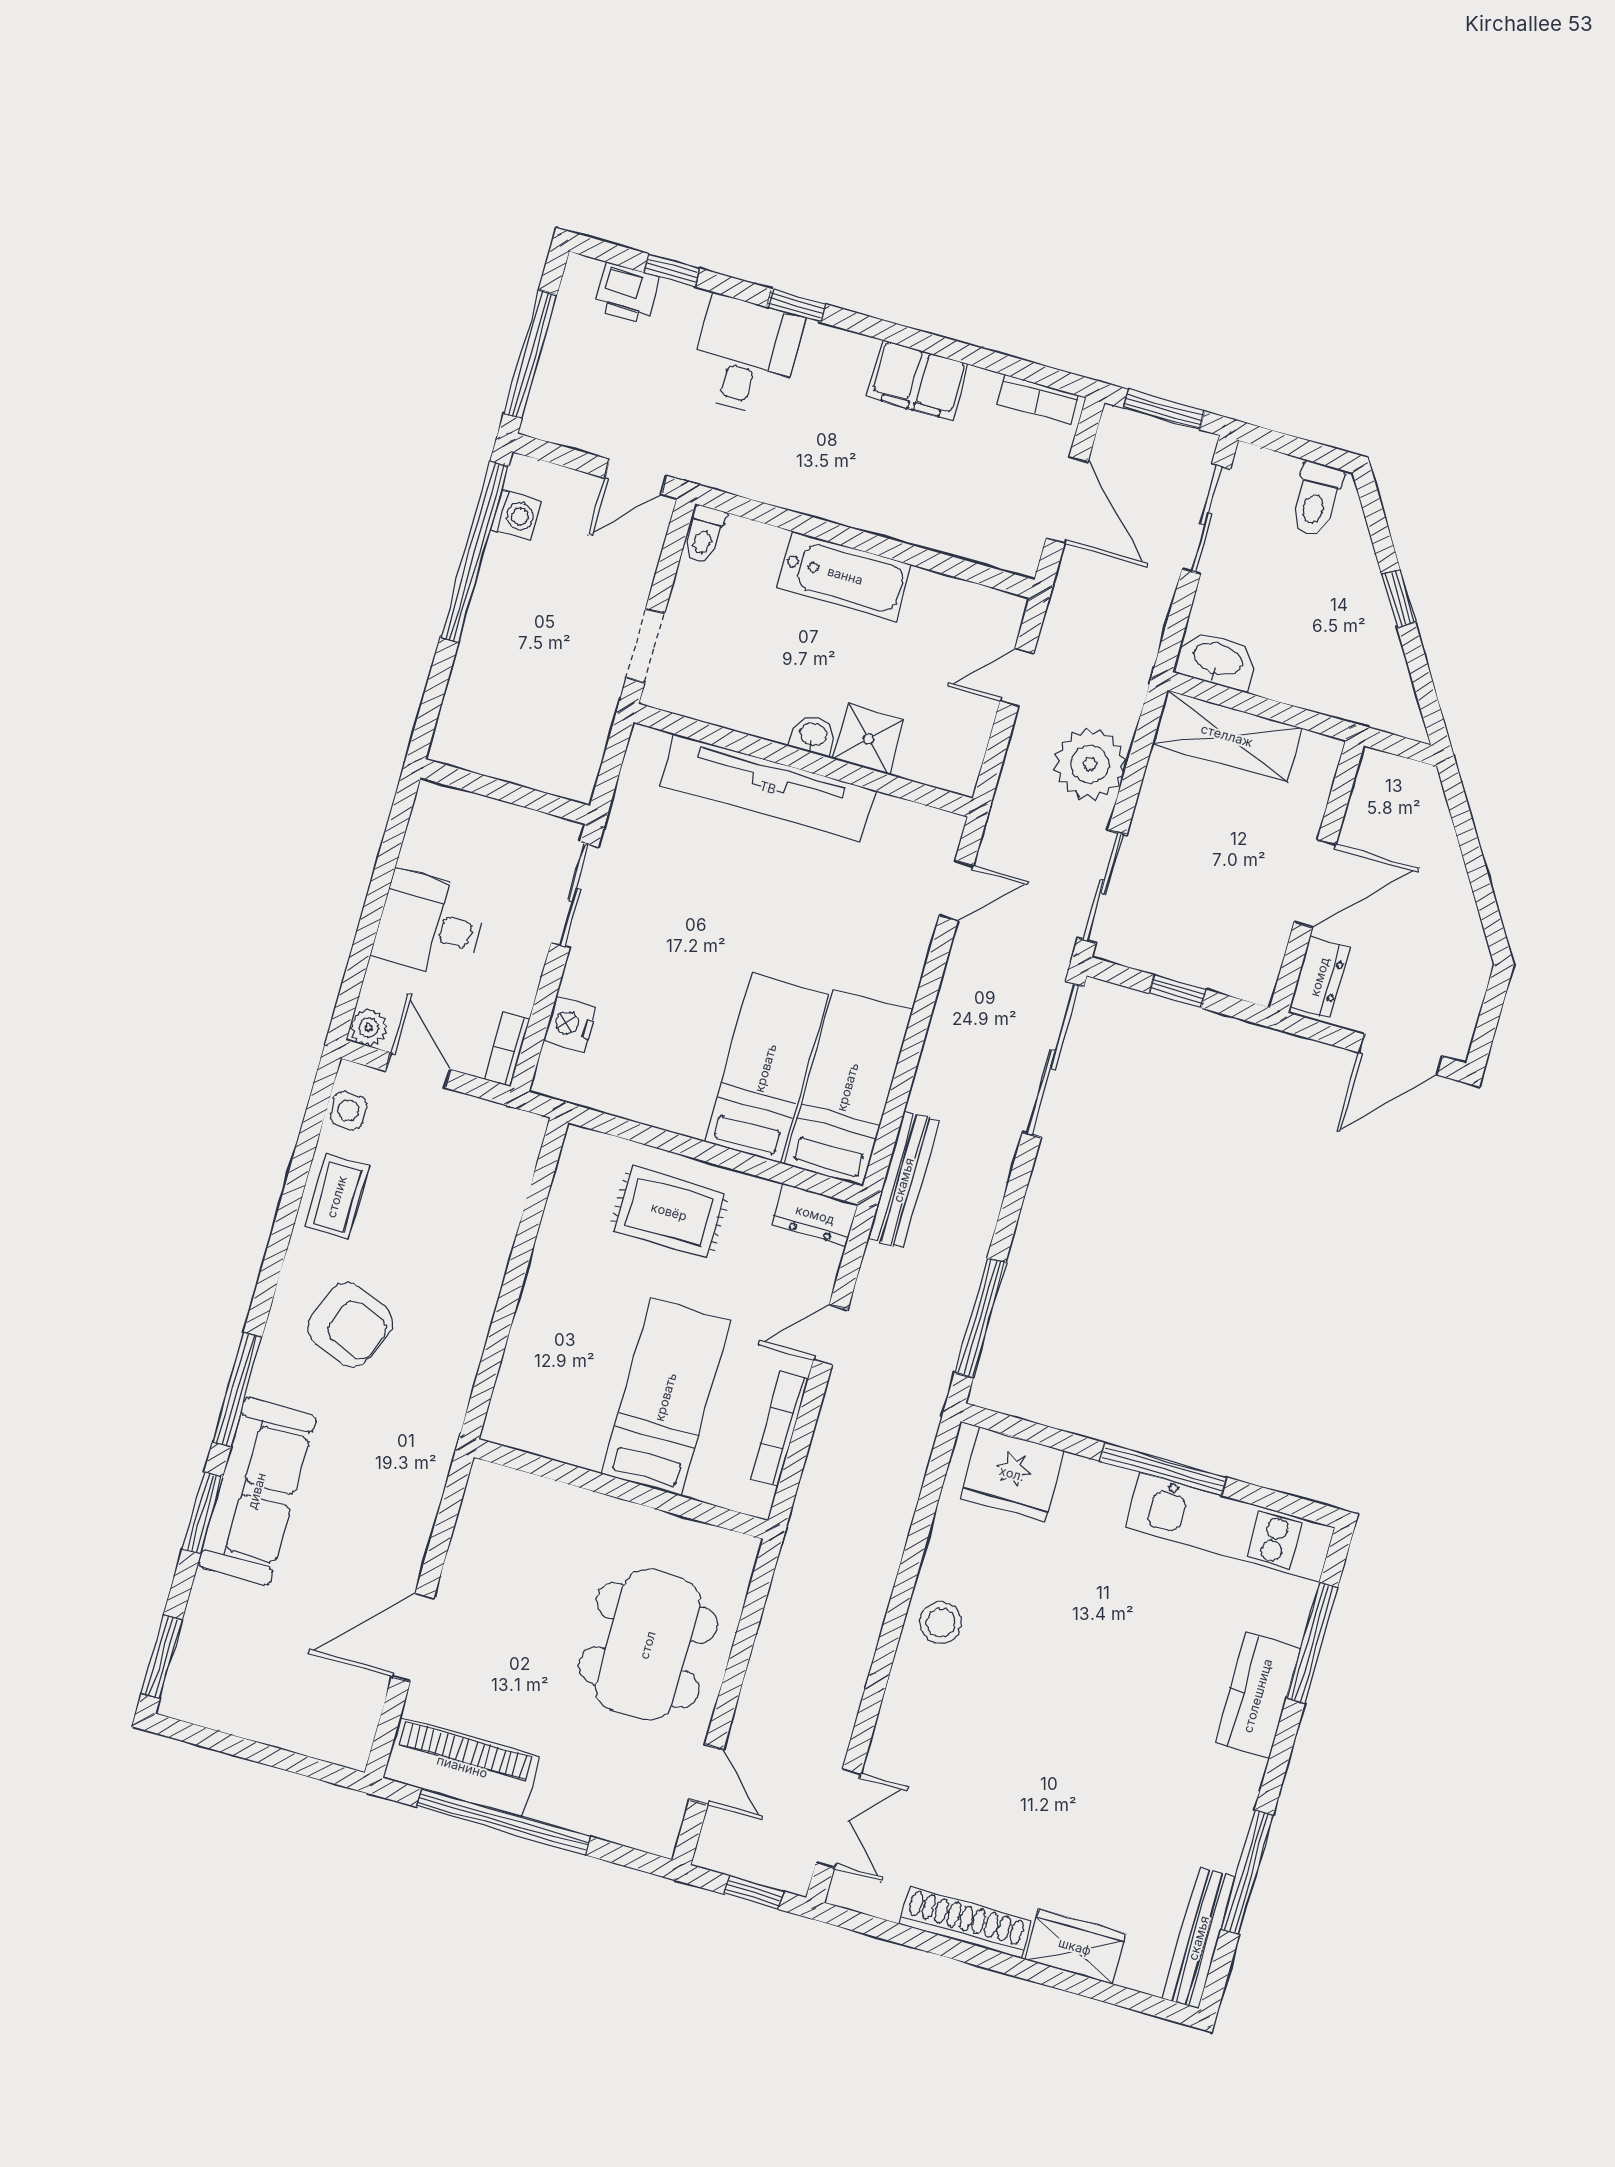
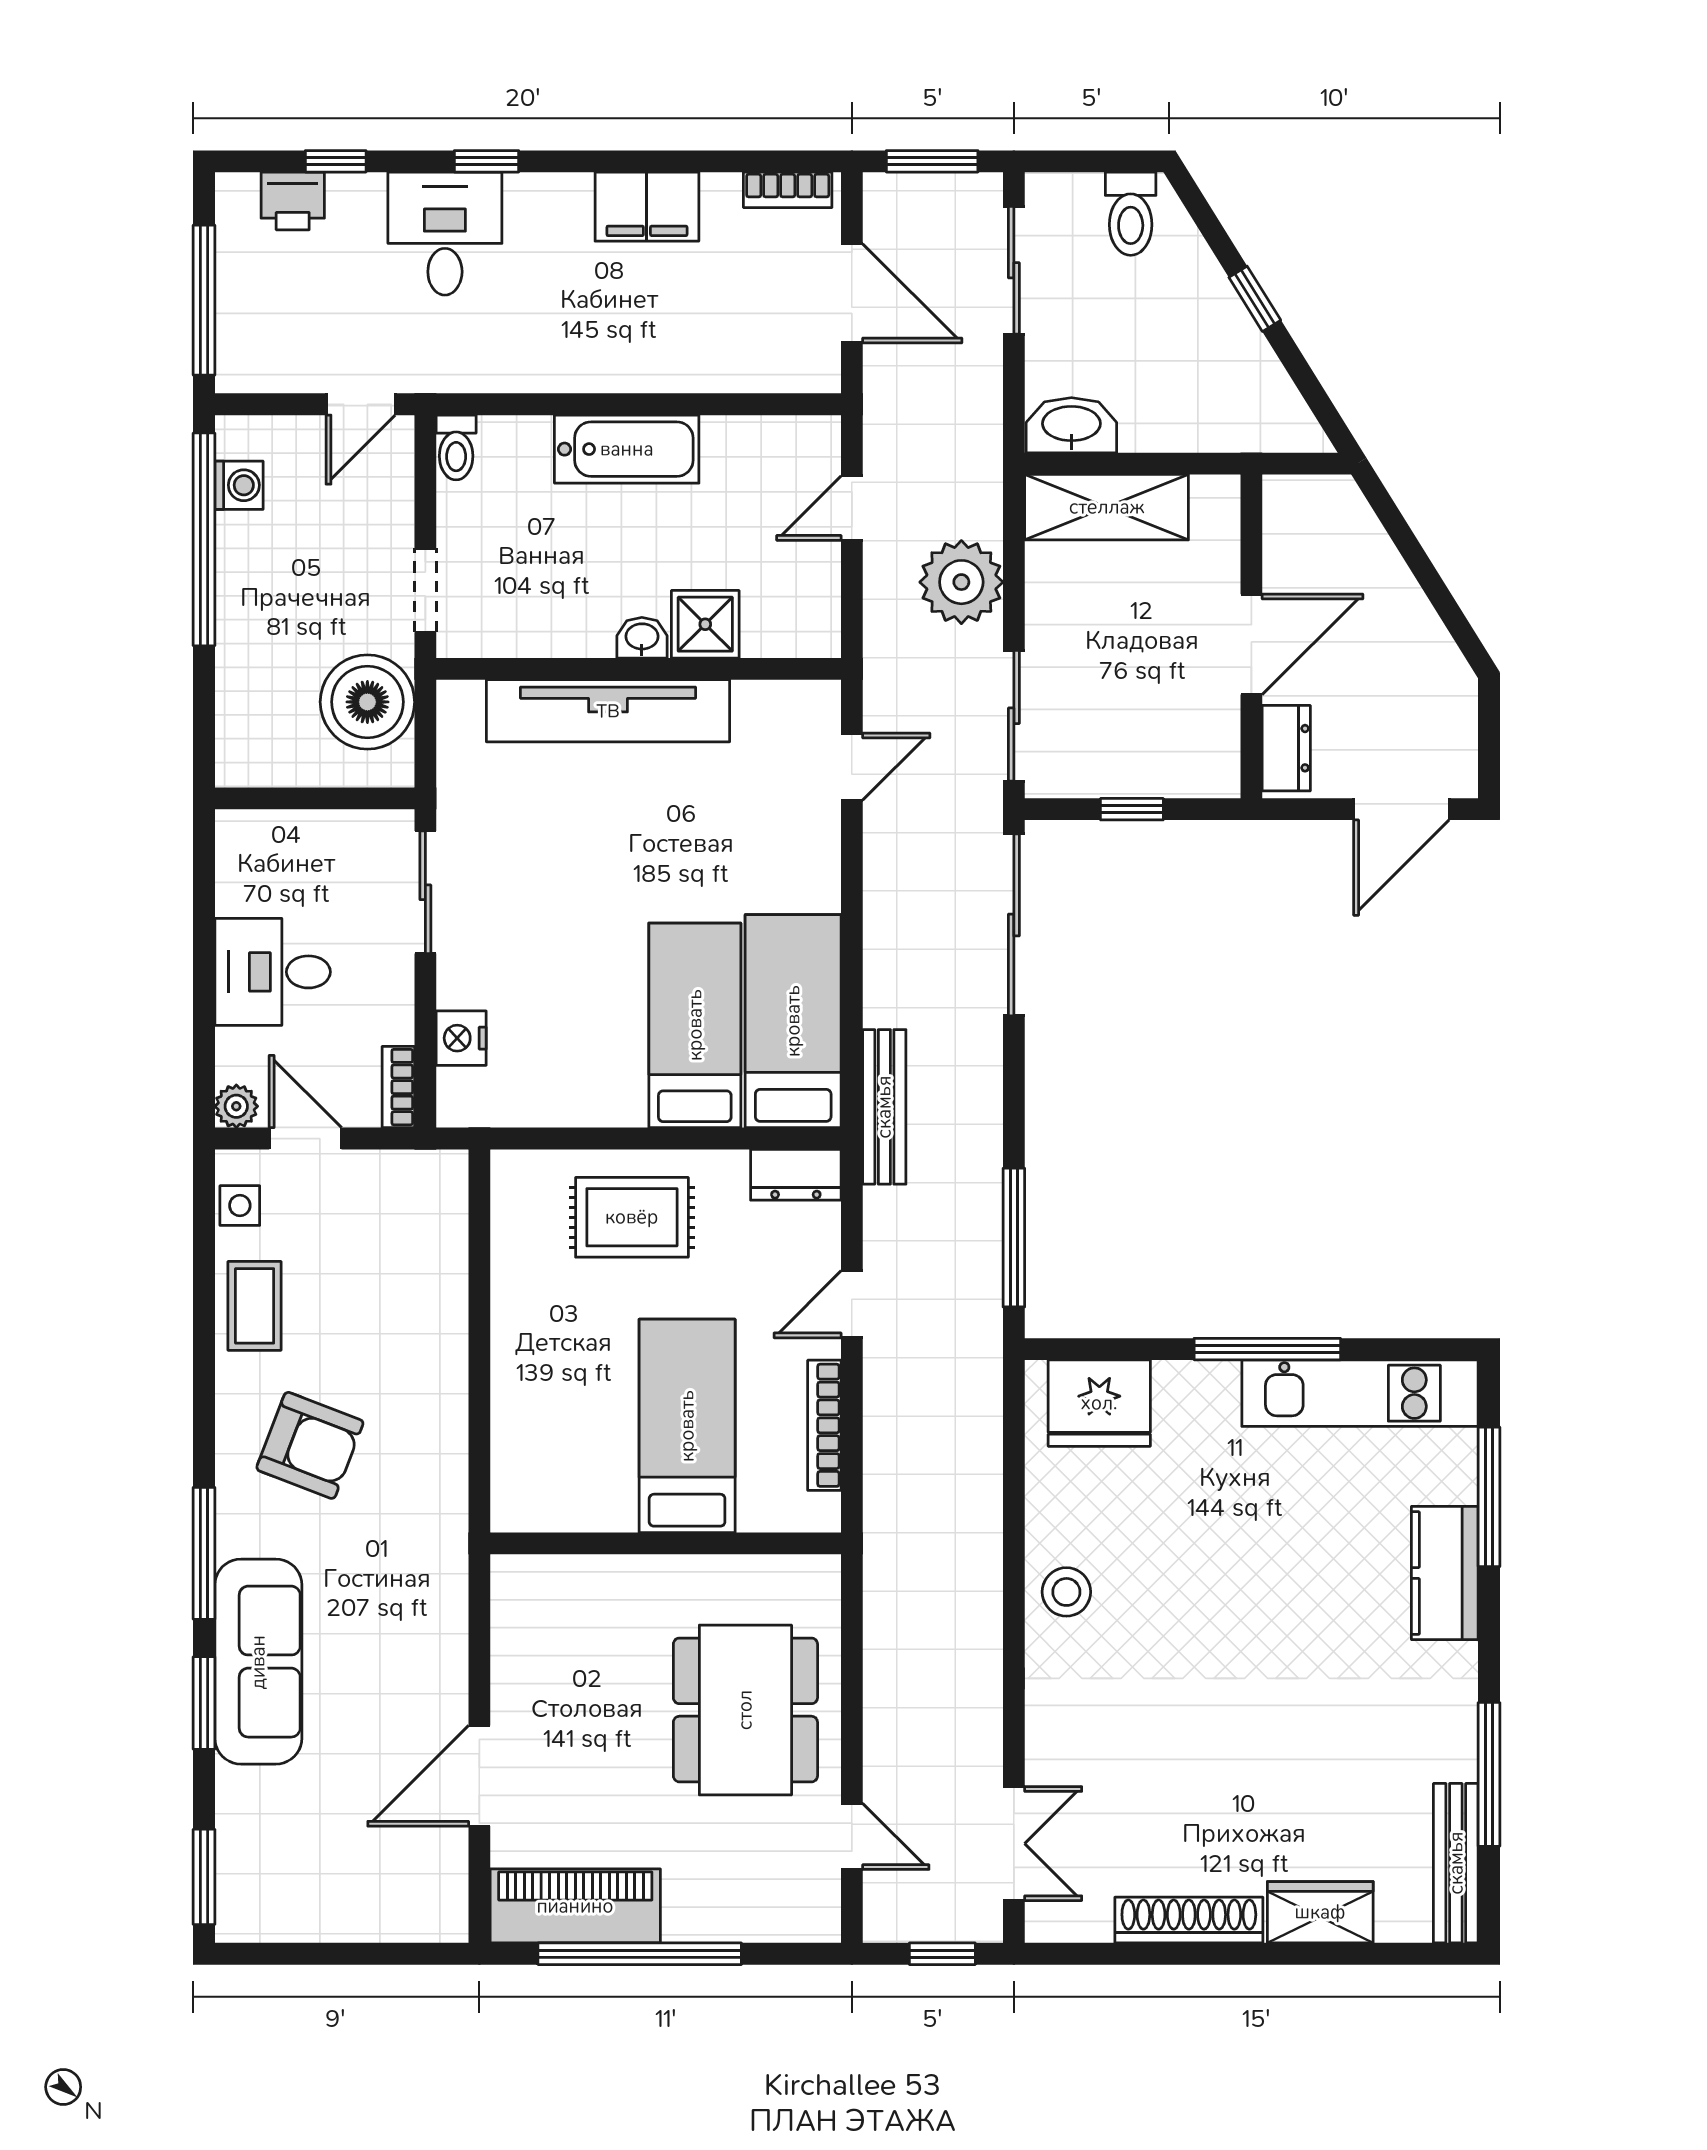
boiler: (571, 724) -> (367, 702), added

